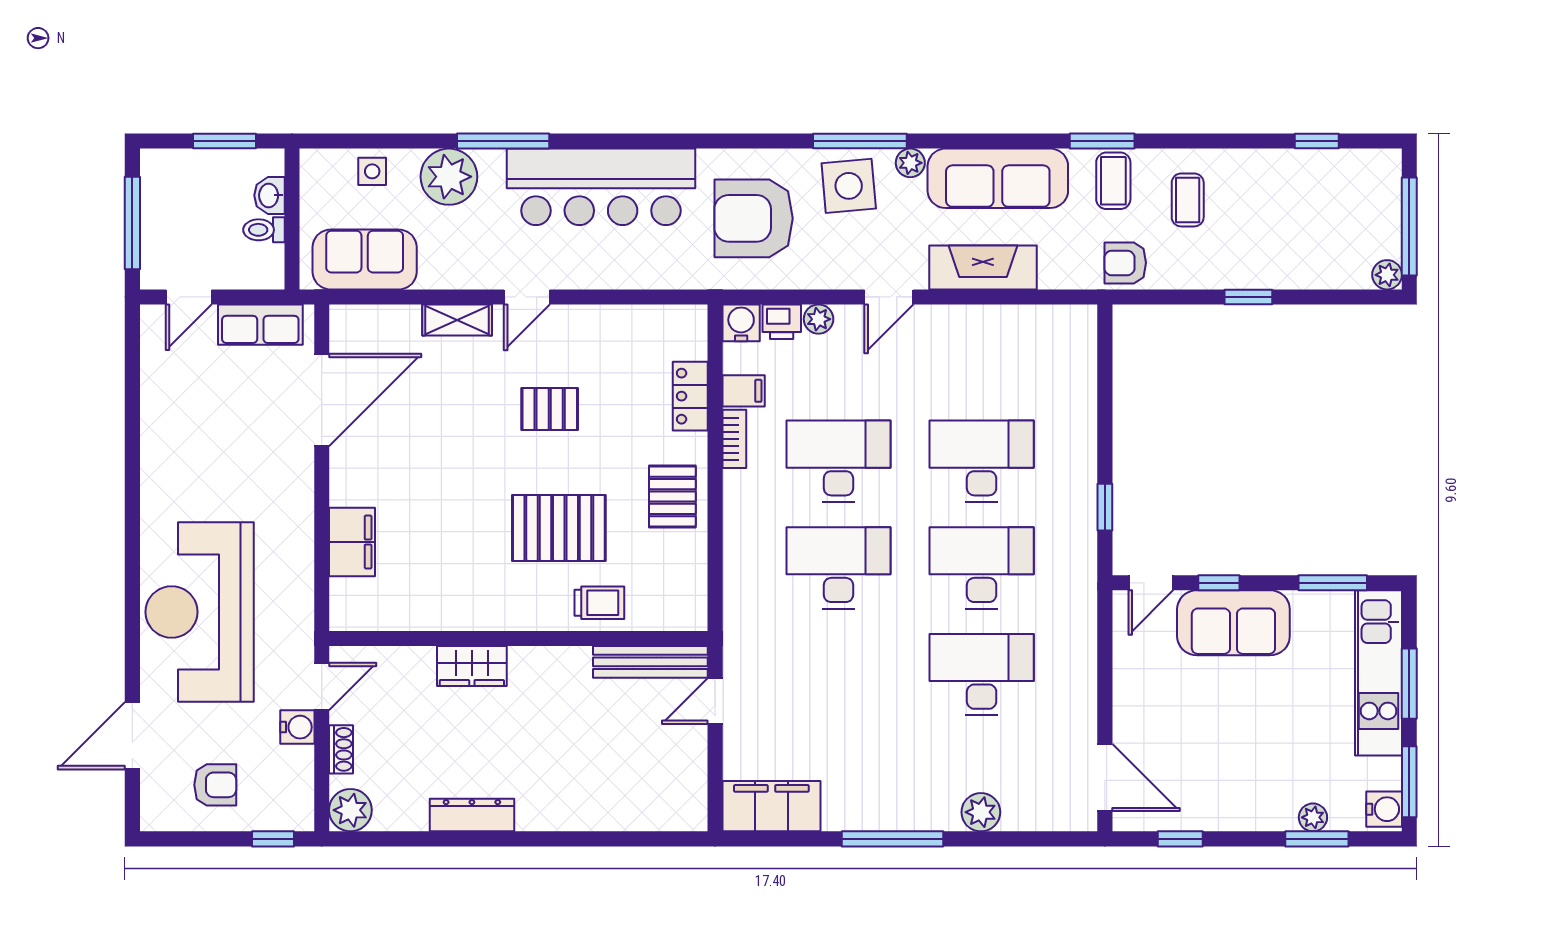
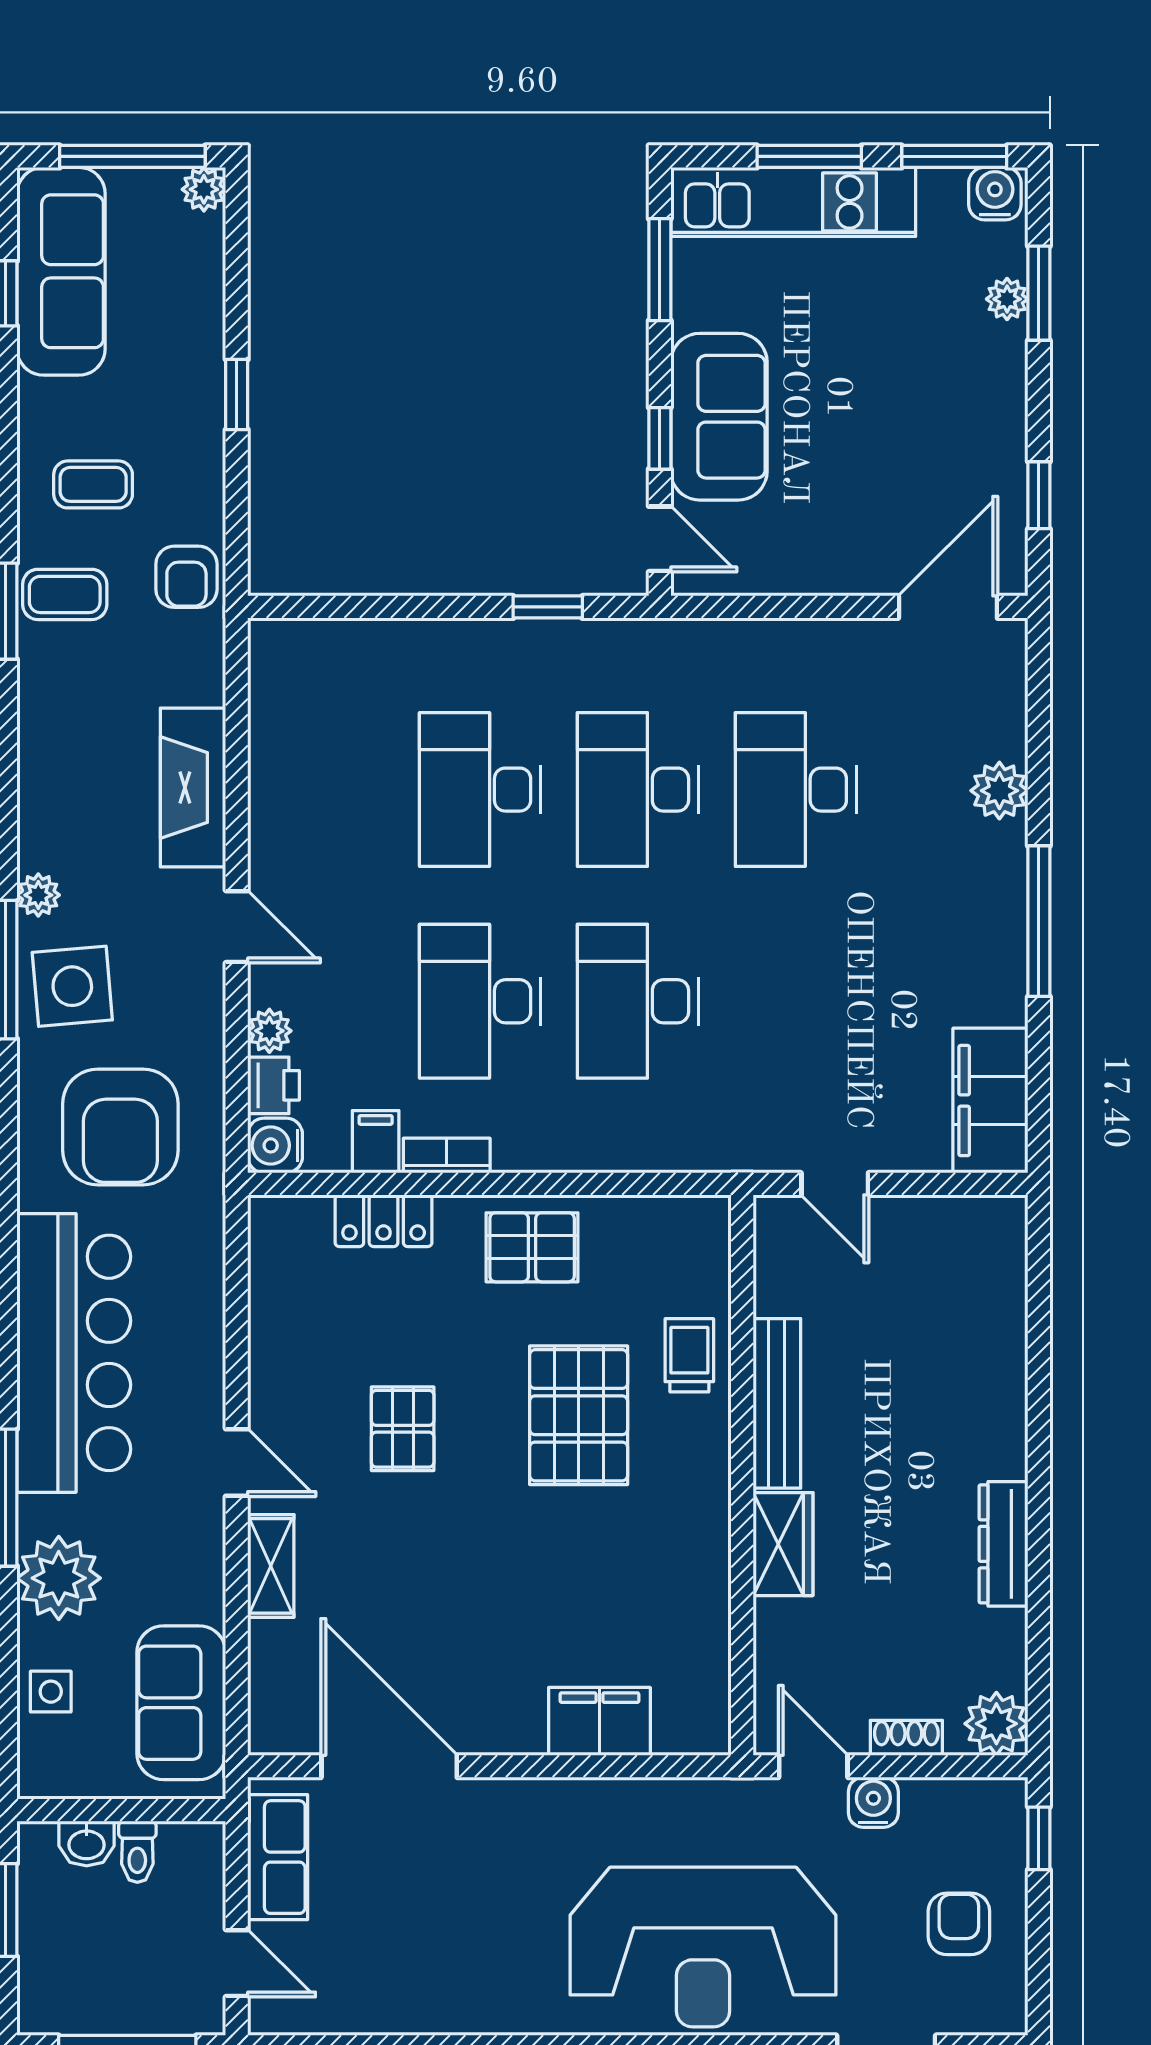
sofa: (998, 178) -> (61, 271), moved
bench: (650, 662) -> (777, 1403), moved

